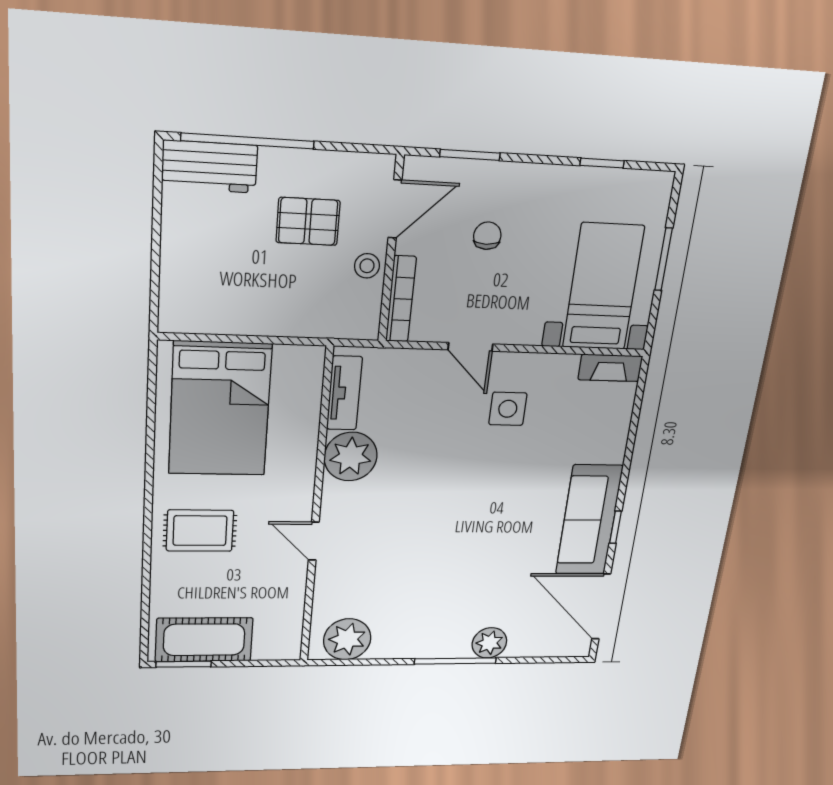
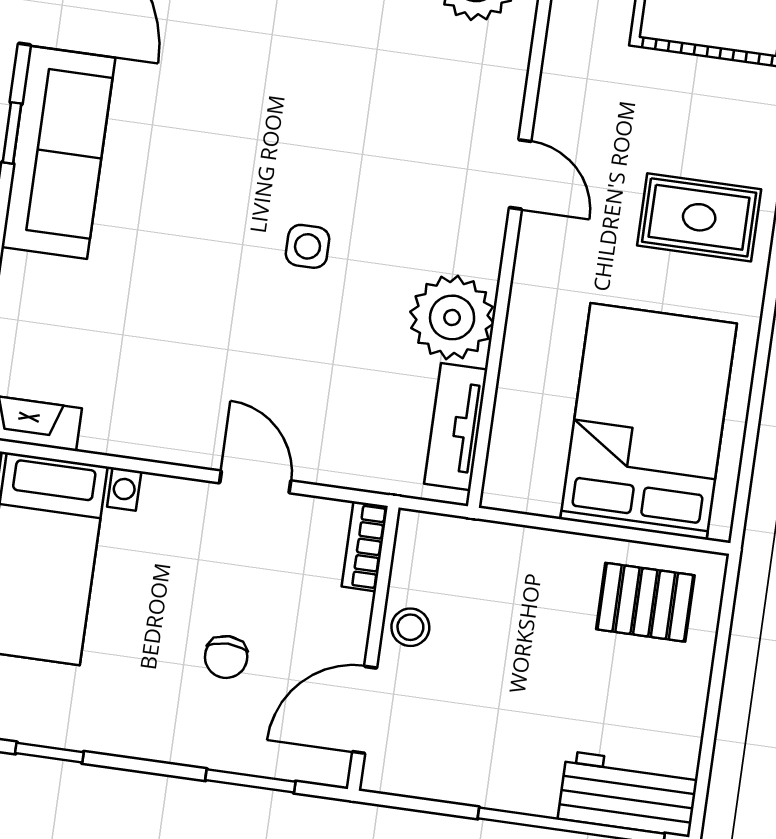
pallet: (308, 221) -> (645, 602), moved
bookcase: (401, 299) -> (365, 546), width x0.64
side table: (508, 409) -> (308, 246), moved, width x0.73, depth x0.73

